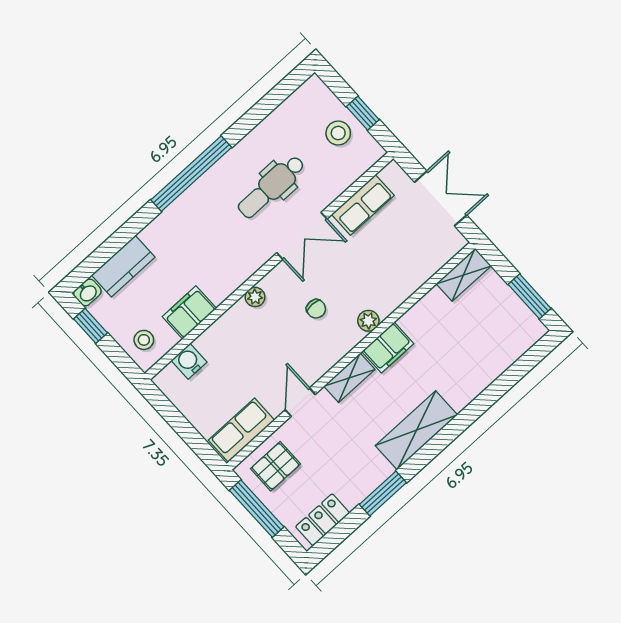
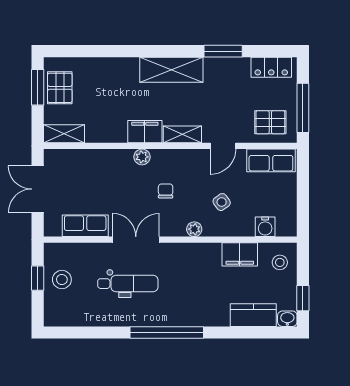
pallet: (508, 315) -> (60, 88), added
side table: (253, 347) -> (222, 202), added

